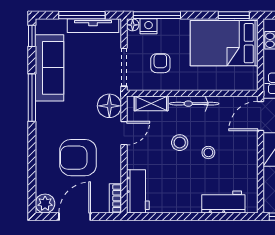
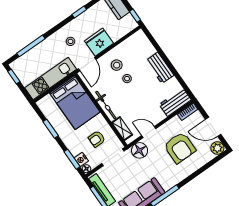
window: (157, 15) -> (72, 159), width x0.69
window: (234, 15) -> (51, 129), moved
bed: (224, 43) -> (75, 102), moved
door: (261, 116) -> (87, 64), hinge flipped
stool: (180, 143) -> (117, 65), moved
workbench: (223, 202) -> (160, 68), moved

